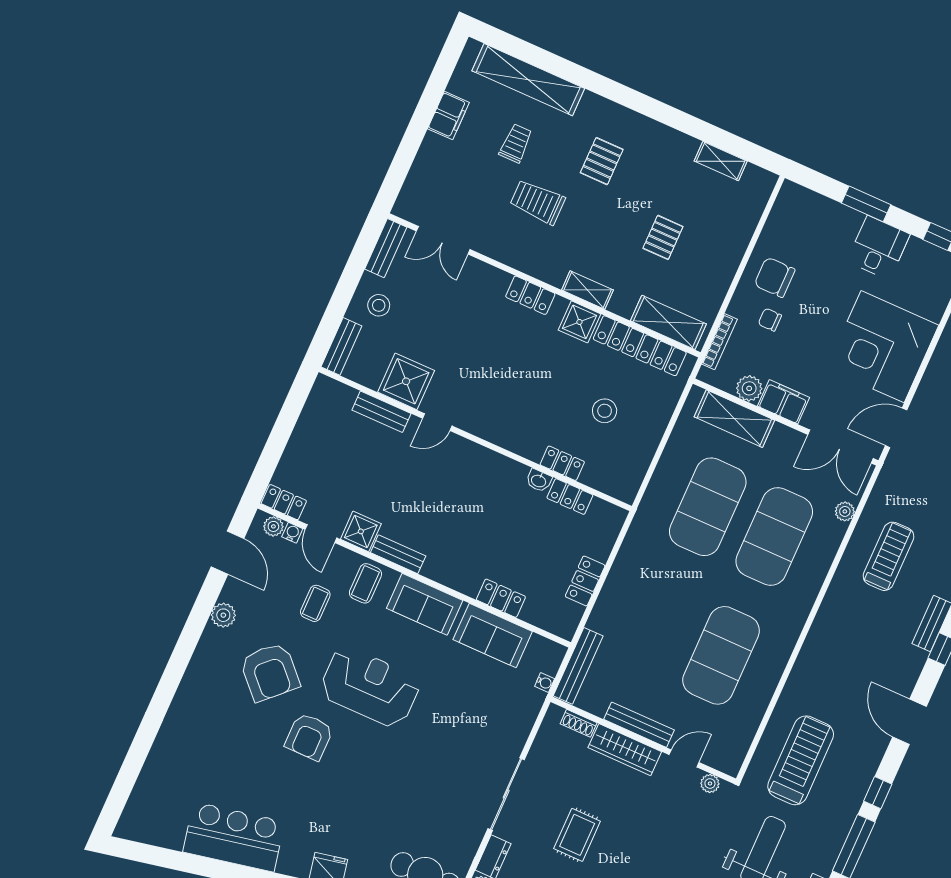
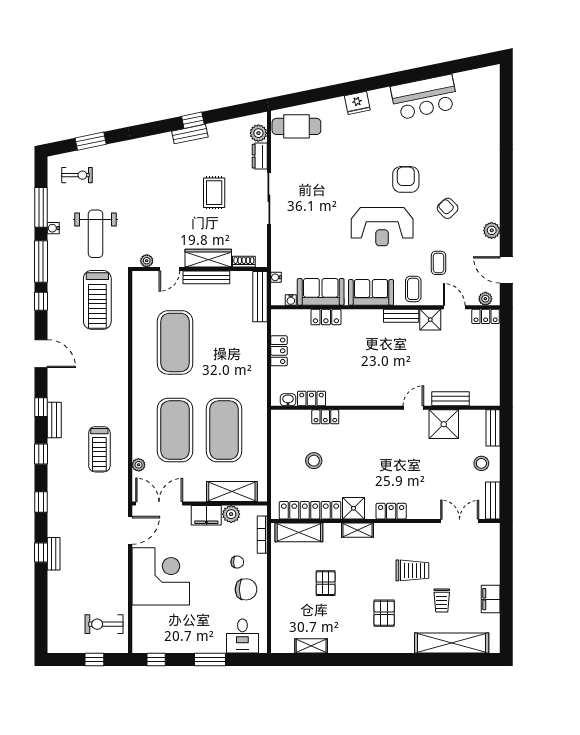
desk: (878, 248) -> (242, 636), moved
washbasin: (539, 481) -> (288, 400), moved
water cooler: (292, 533) -> (291, 300), moved
armchair: (270, 672) -> (448, 208), width x0.53, depth x0.53

